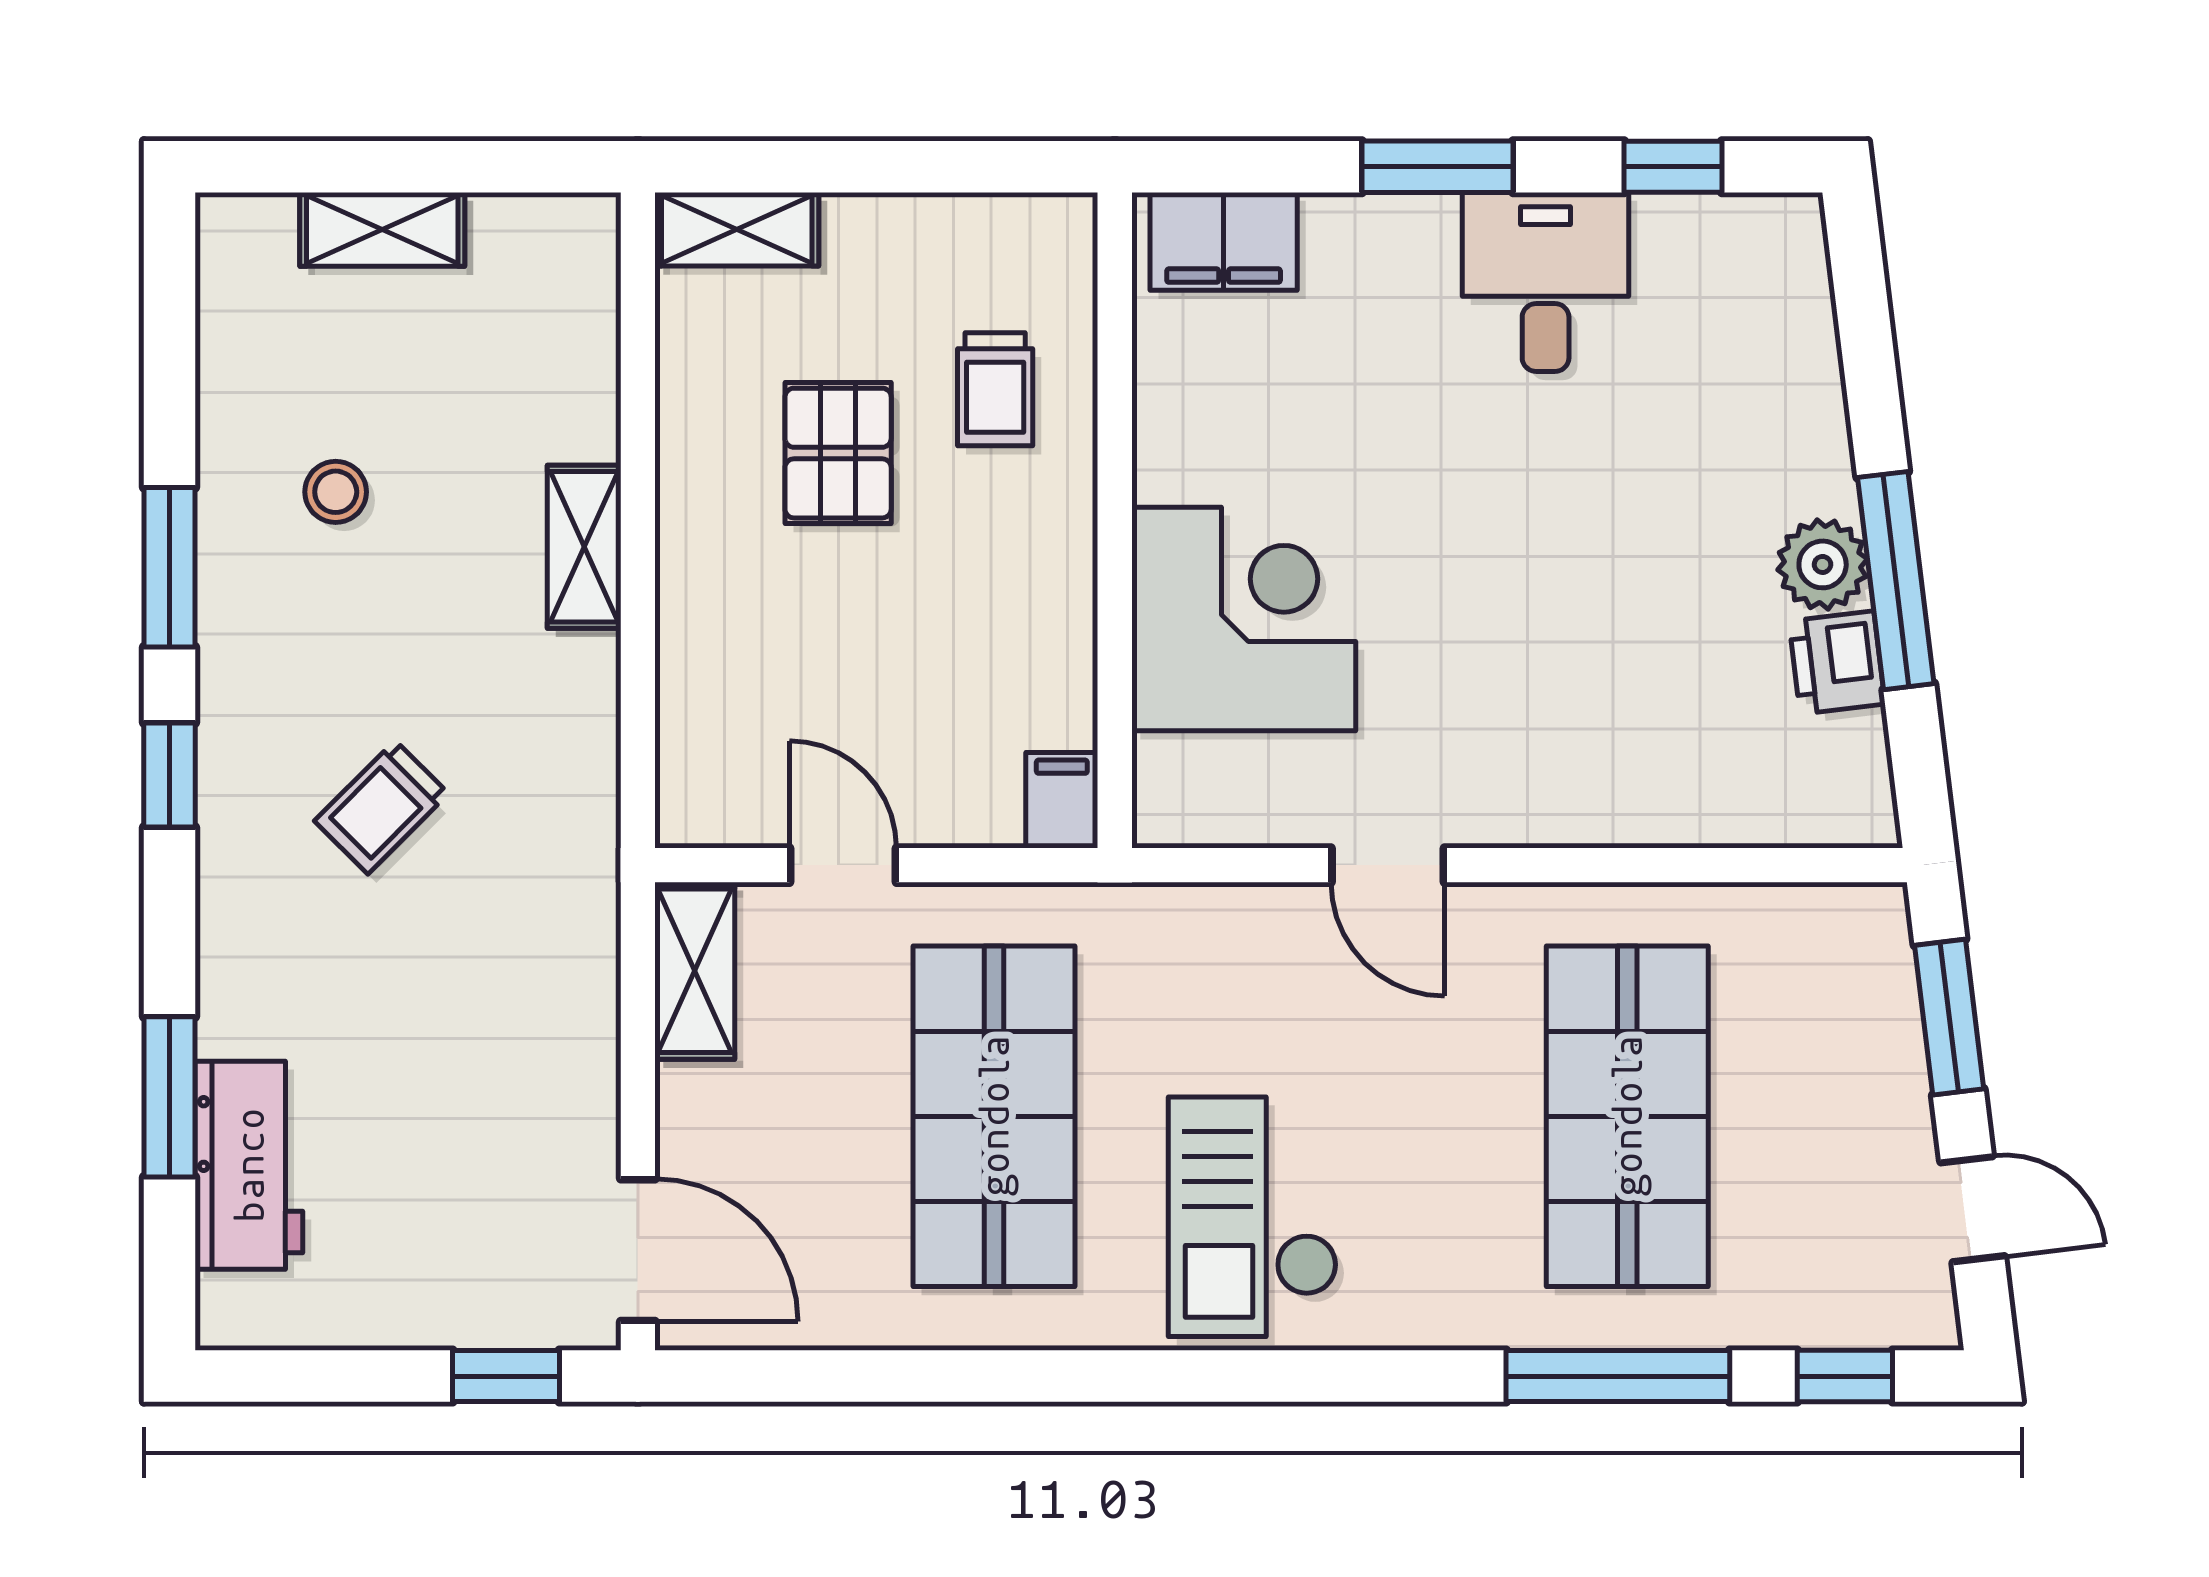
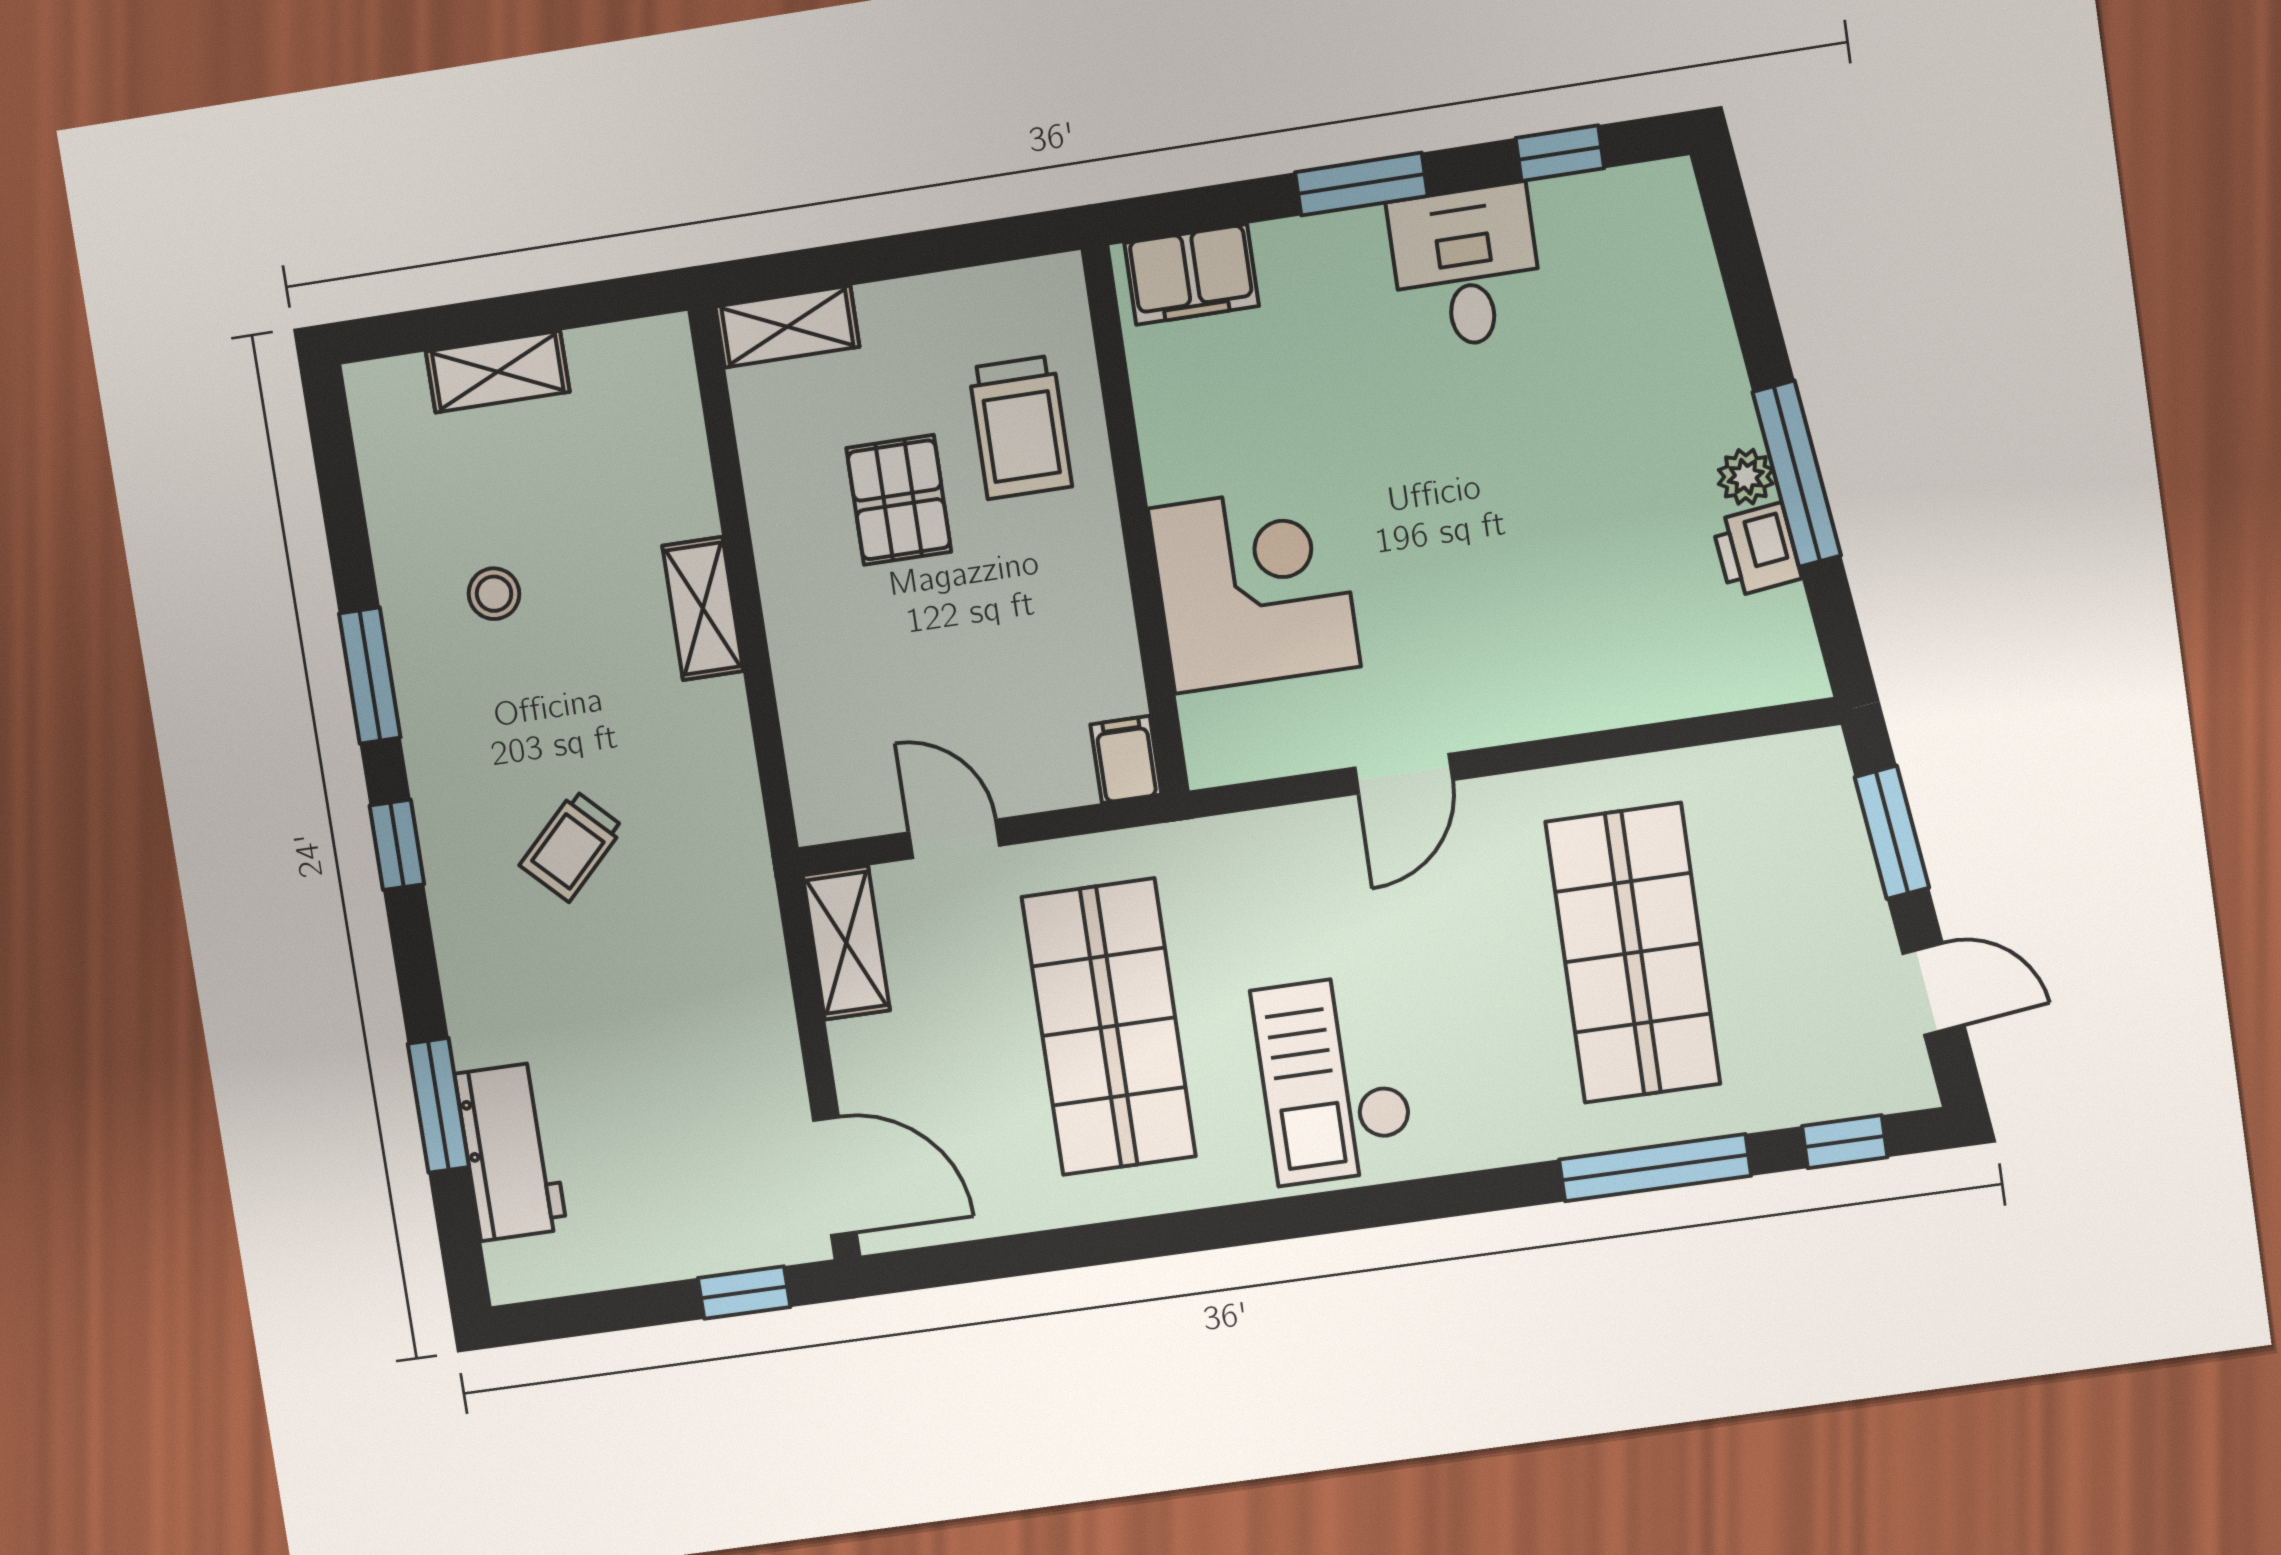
trolley: (995, 389) -> (1020, 427), width x1.36, depth x1.39
plant: (1823, 564) -> (1746, 477), width x0.73, depth x0.73
door: (1388, 865) -> (1404, 774), hinge flipped

